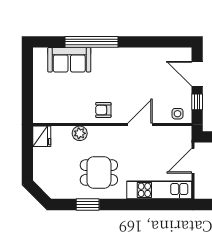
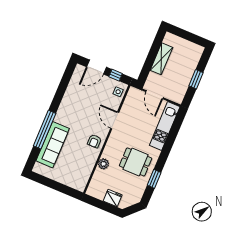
sofa: (69, 60) -> (53, 145), width x1.36
fridge: (42, 136) -> (113, 198), moved
dining table: (99, 172) -> (136, 162), turned 90

